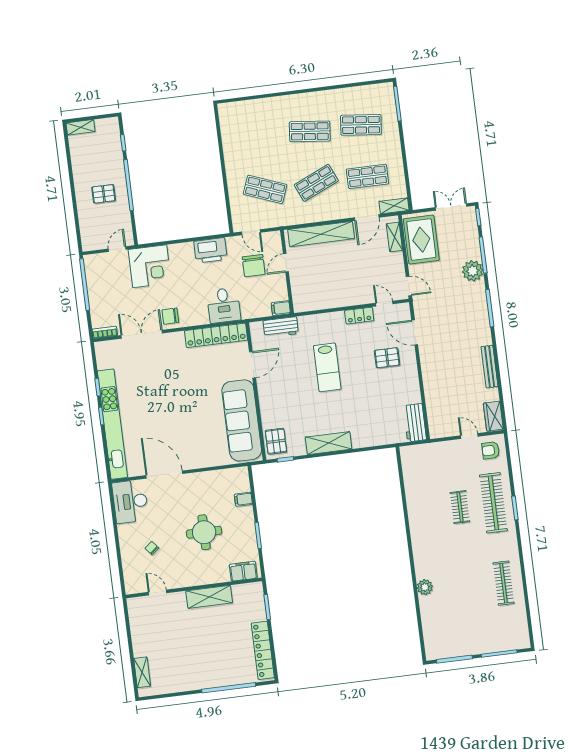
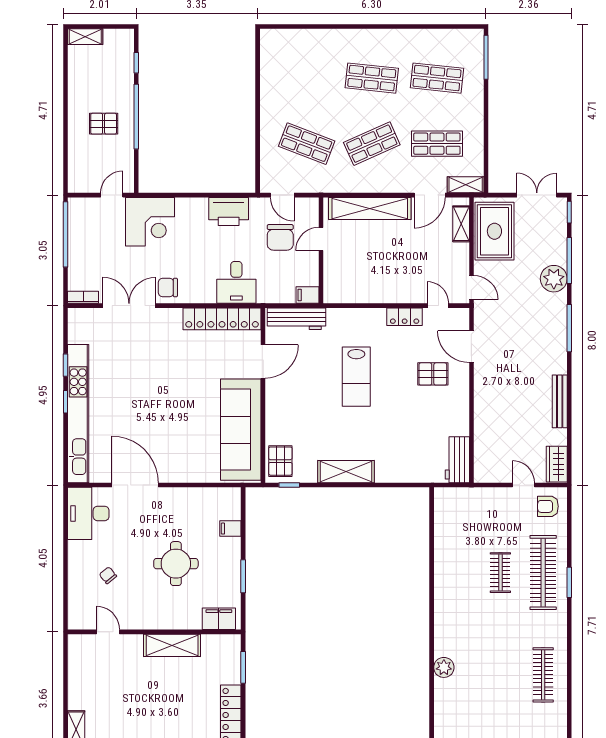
workbench: (281, 327) -> (297, 319), width x1.38

